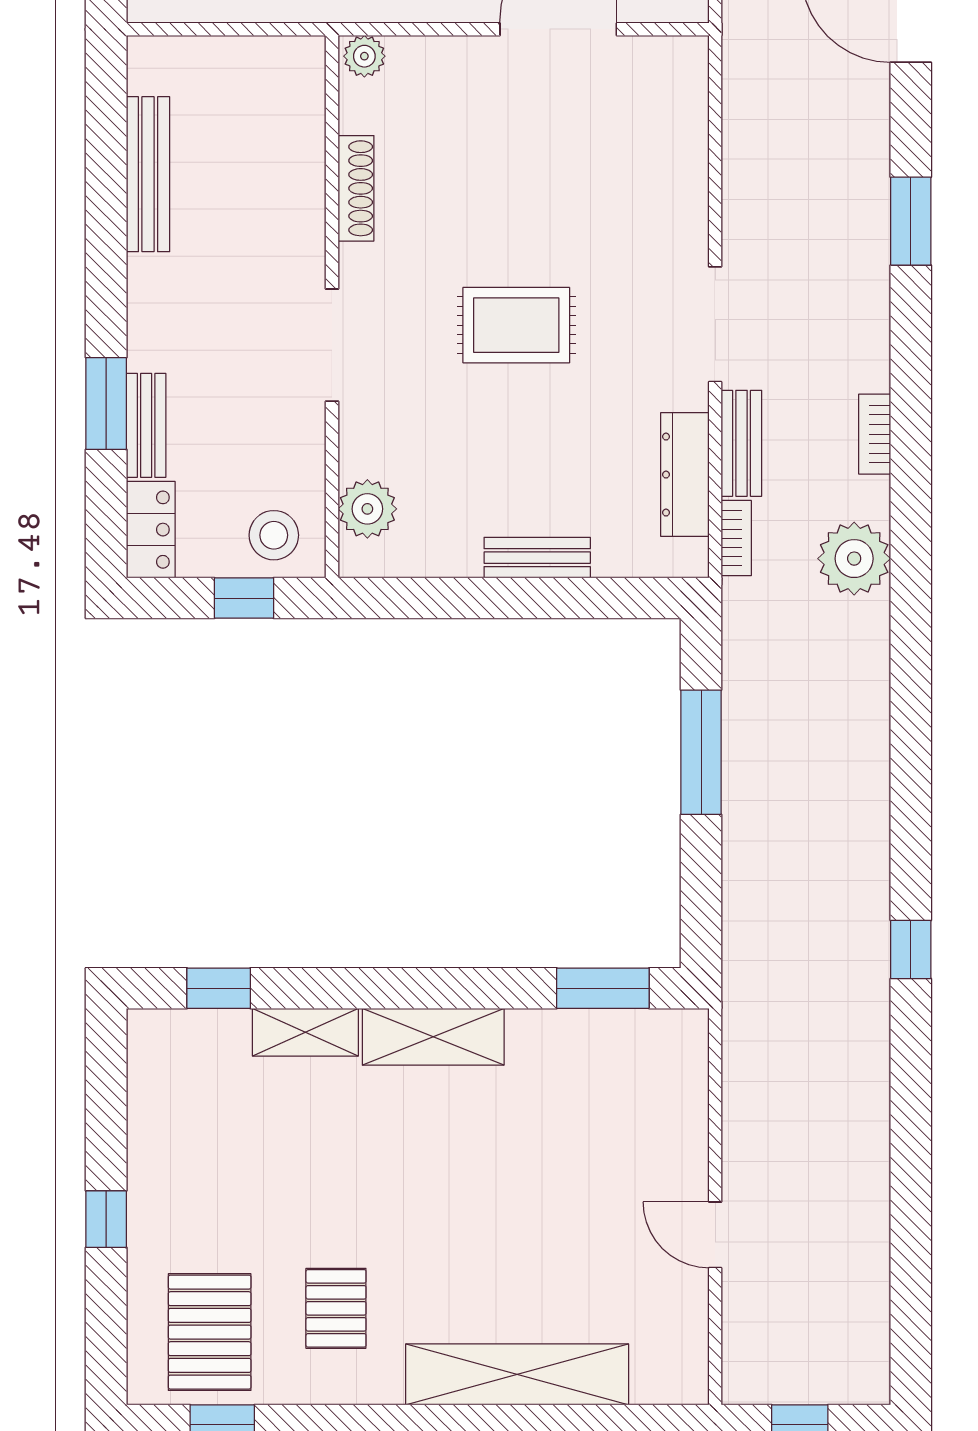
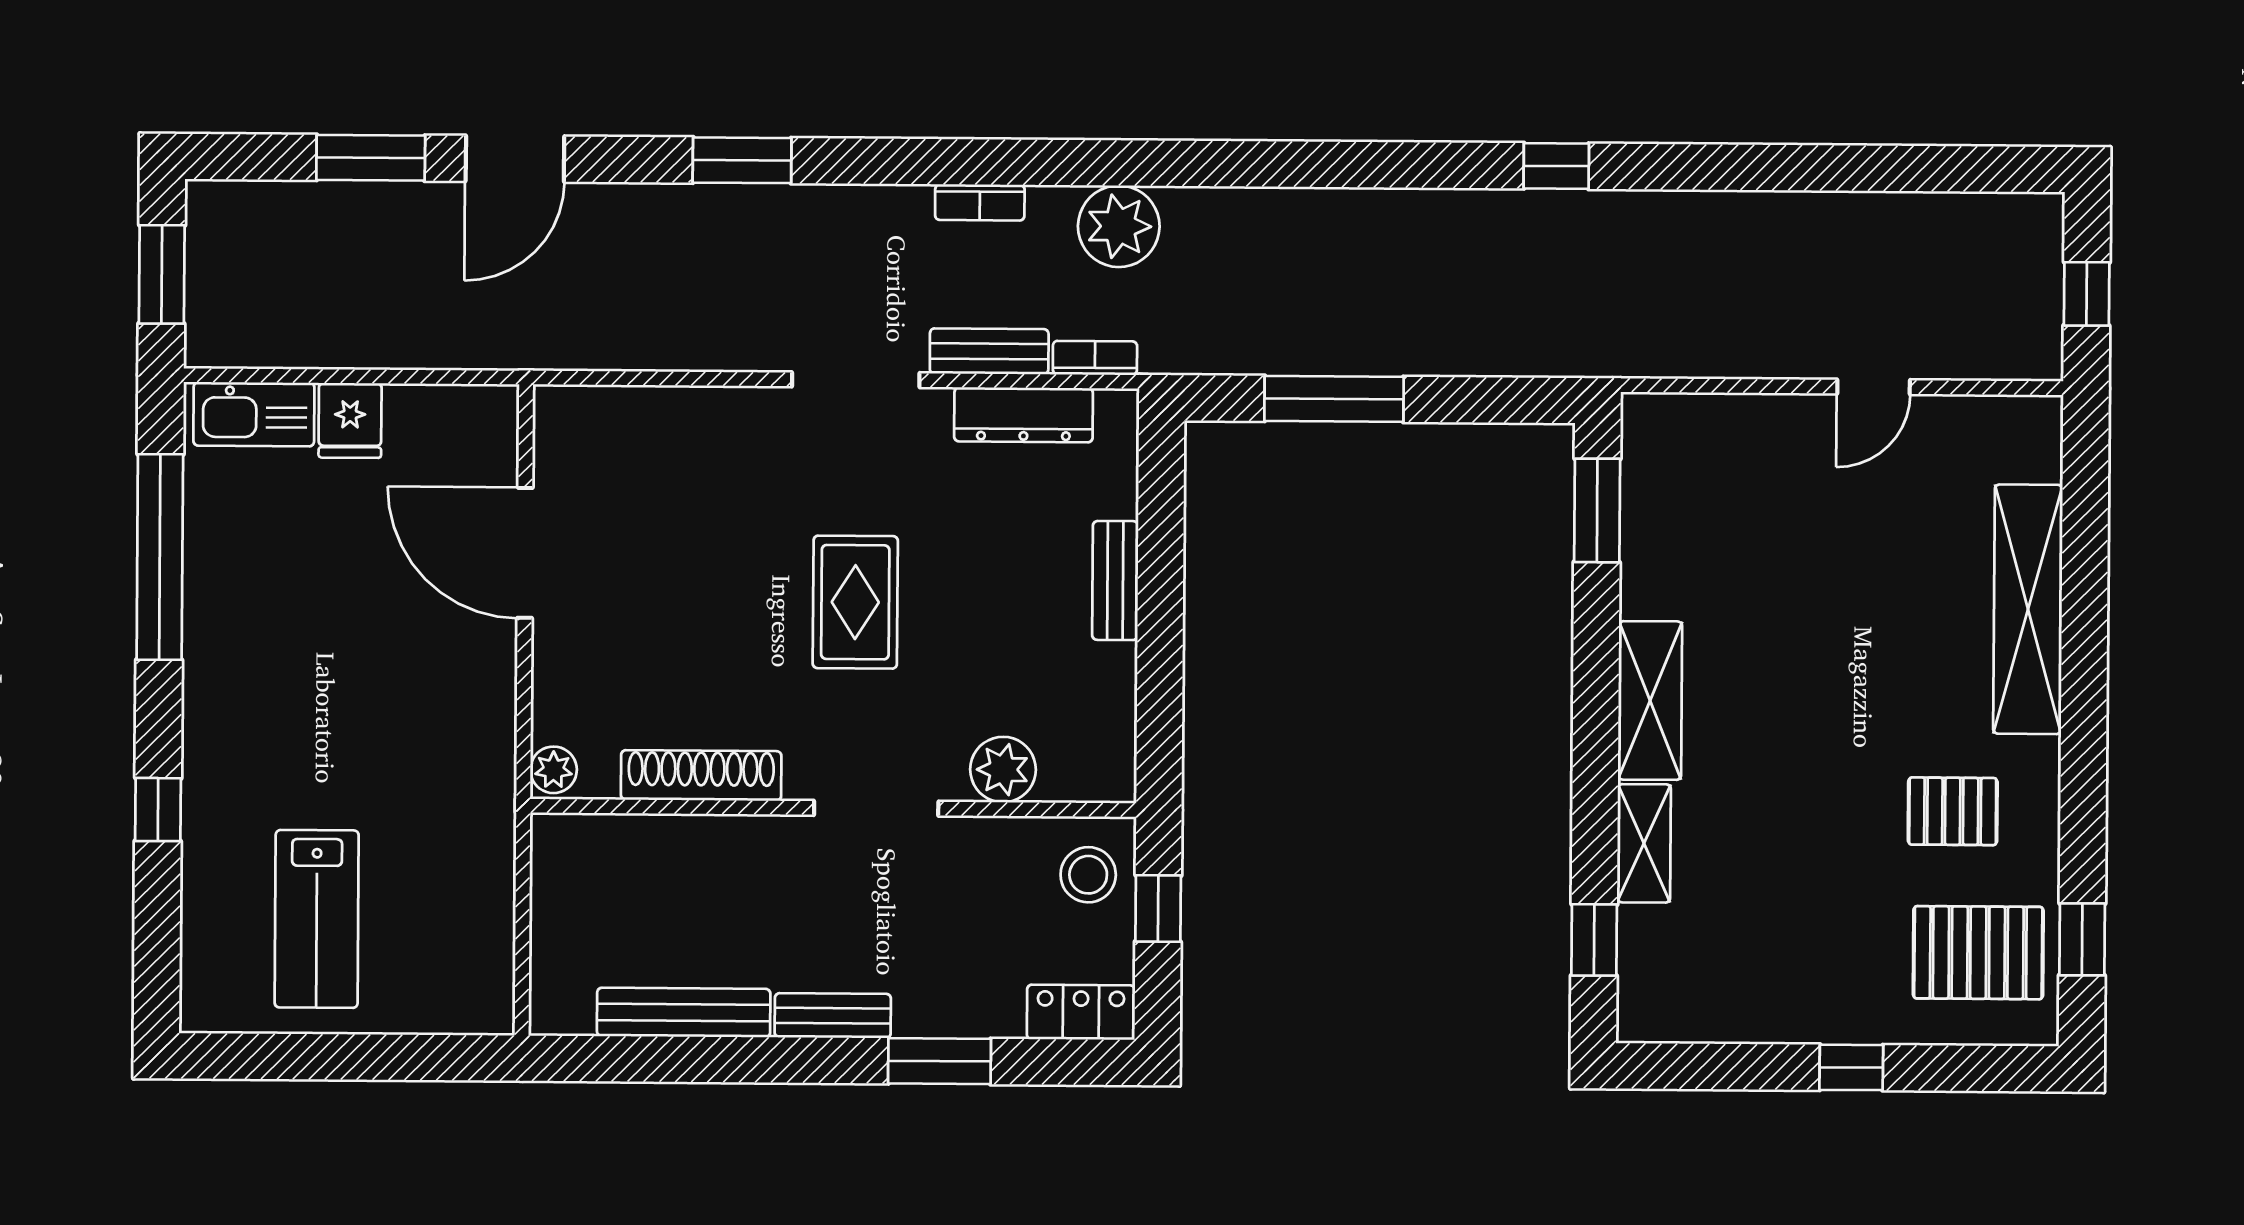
shoe rack: (356, 188) -> (701, 775), width x1.36, depth x1.24
bench: (146, 425) -> (833, 1016), moved
plant: (367, 509) -> (1003, 770), moved

